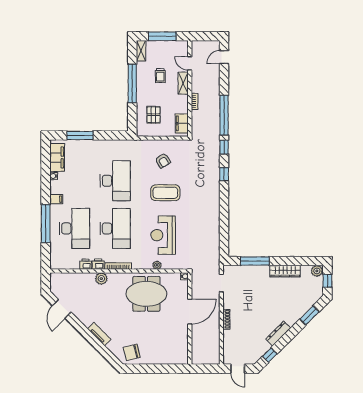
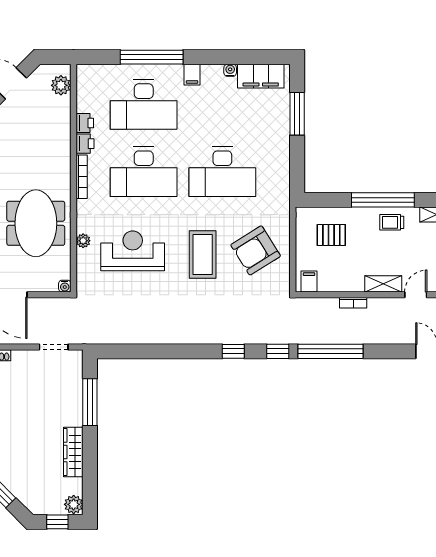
trolley: (160, 76) -> (392, 222), moved
filing cabinet: (182, 123) -> (309, 282), width x0.50
armchair: (163, 161) -> (256, 250), width x1.88, depth x1.88
plant: (101, 279) -> (61, 85), moved

